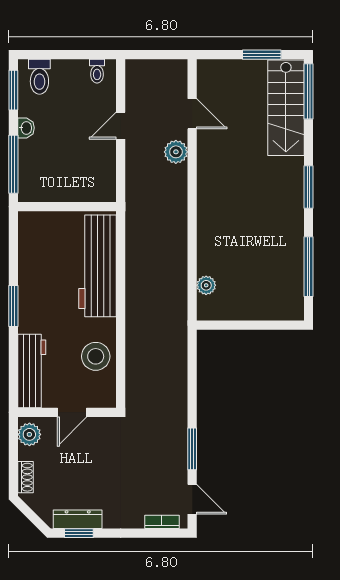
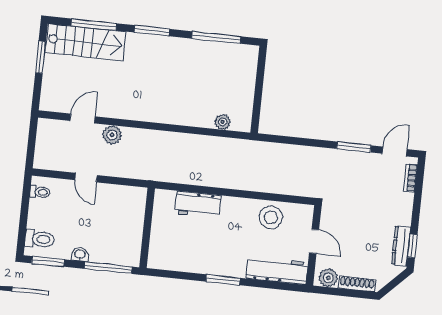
window: (308, 91) -> (94, 25), moved
workbench: (98, 266) -> (198, 204), width x0.53, depth x0.76
shoe rack: (25, 477) -> (357, 284), width x1.43

